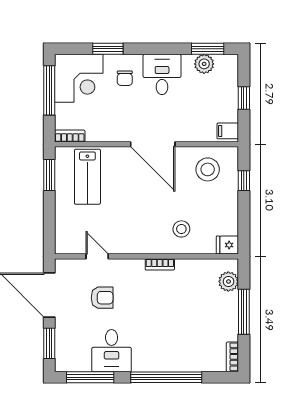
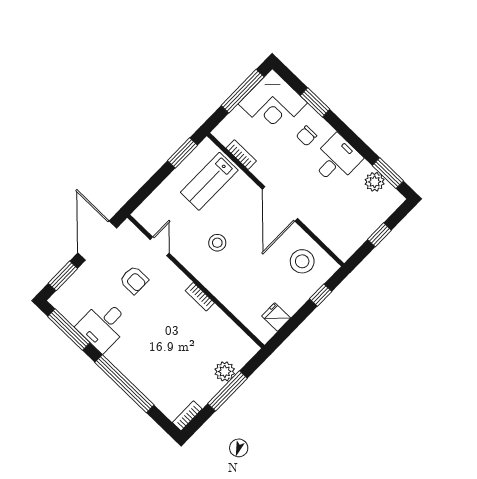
filing cabinet: (228, 131) -> (344, 247), removed
bookcase: (70, 136) -> (241, 155), moved
stool: (181, 229) -> (217, 243), moved
fridge: (227, 245) -> (276, 317), moved
plant: (228, 281) -> (225, 371), moved

